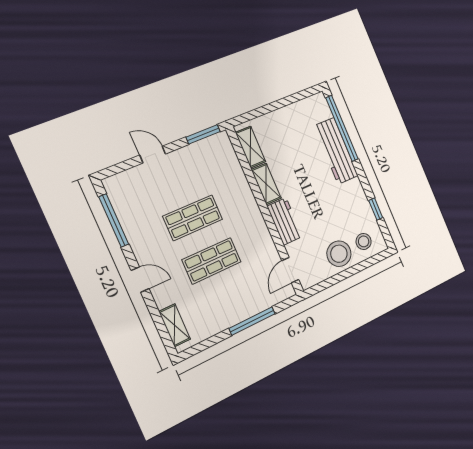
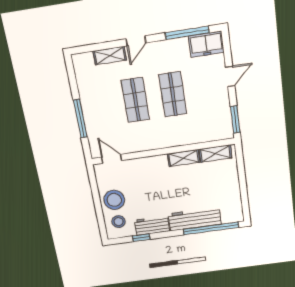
freezer: (121, 194) -> (206, 44), added
workbench: (285, 221) -> (152, 226), moved, turned 180
shelving: (175, 325) -> (110, 56), moved

